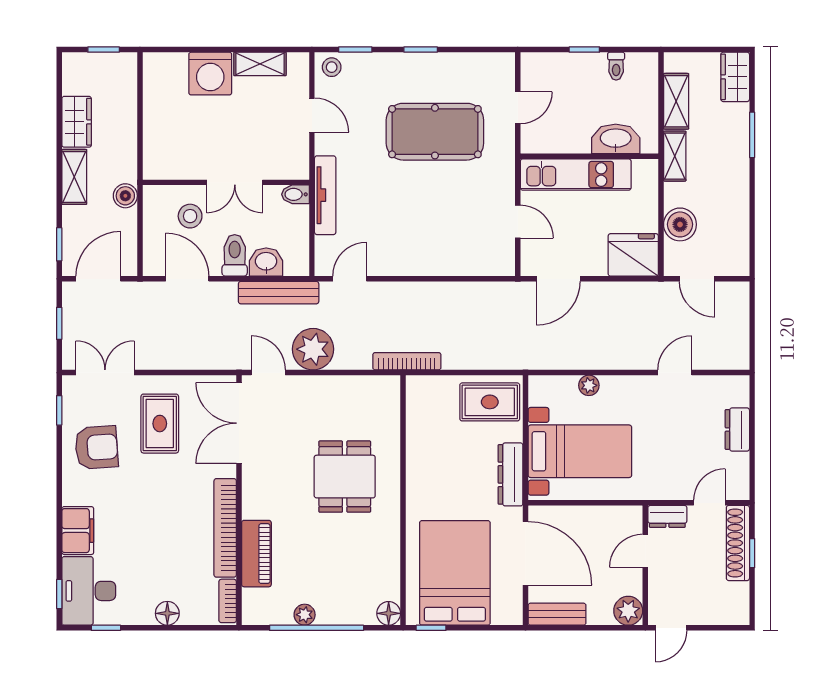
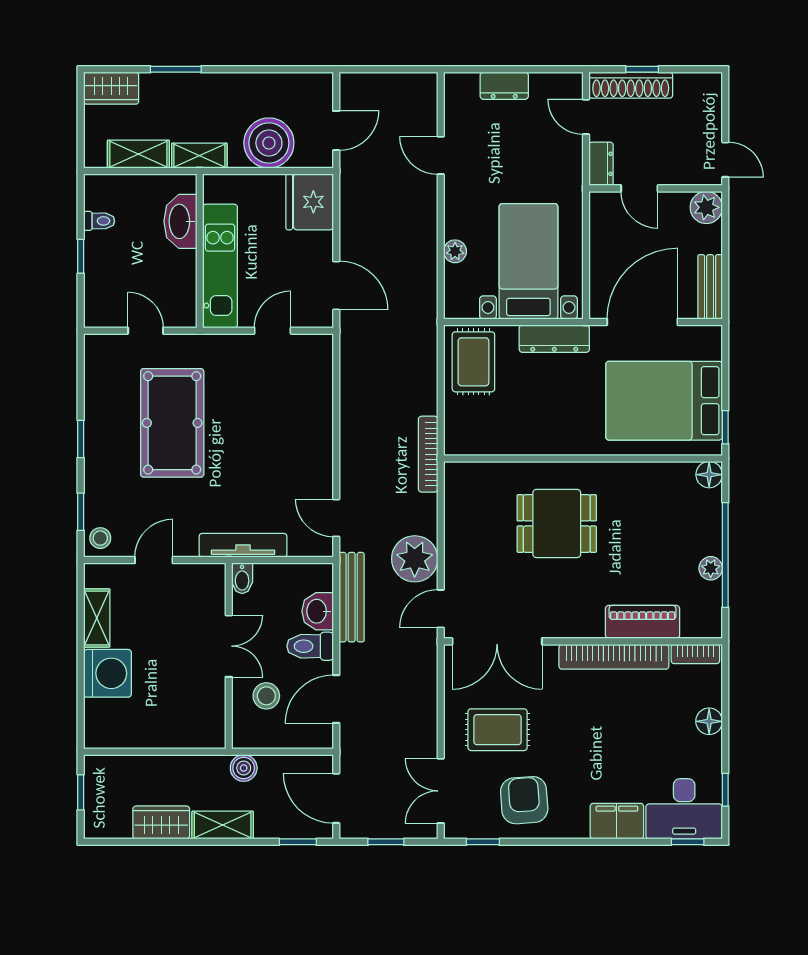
boiler: (680, 224) -> (269, 143), width x1.37, depth x1.37

